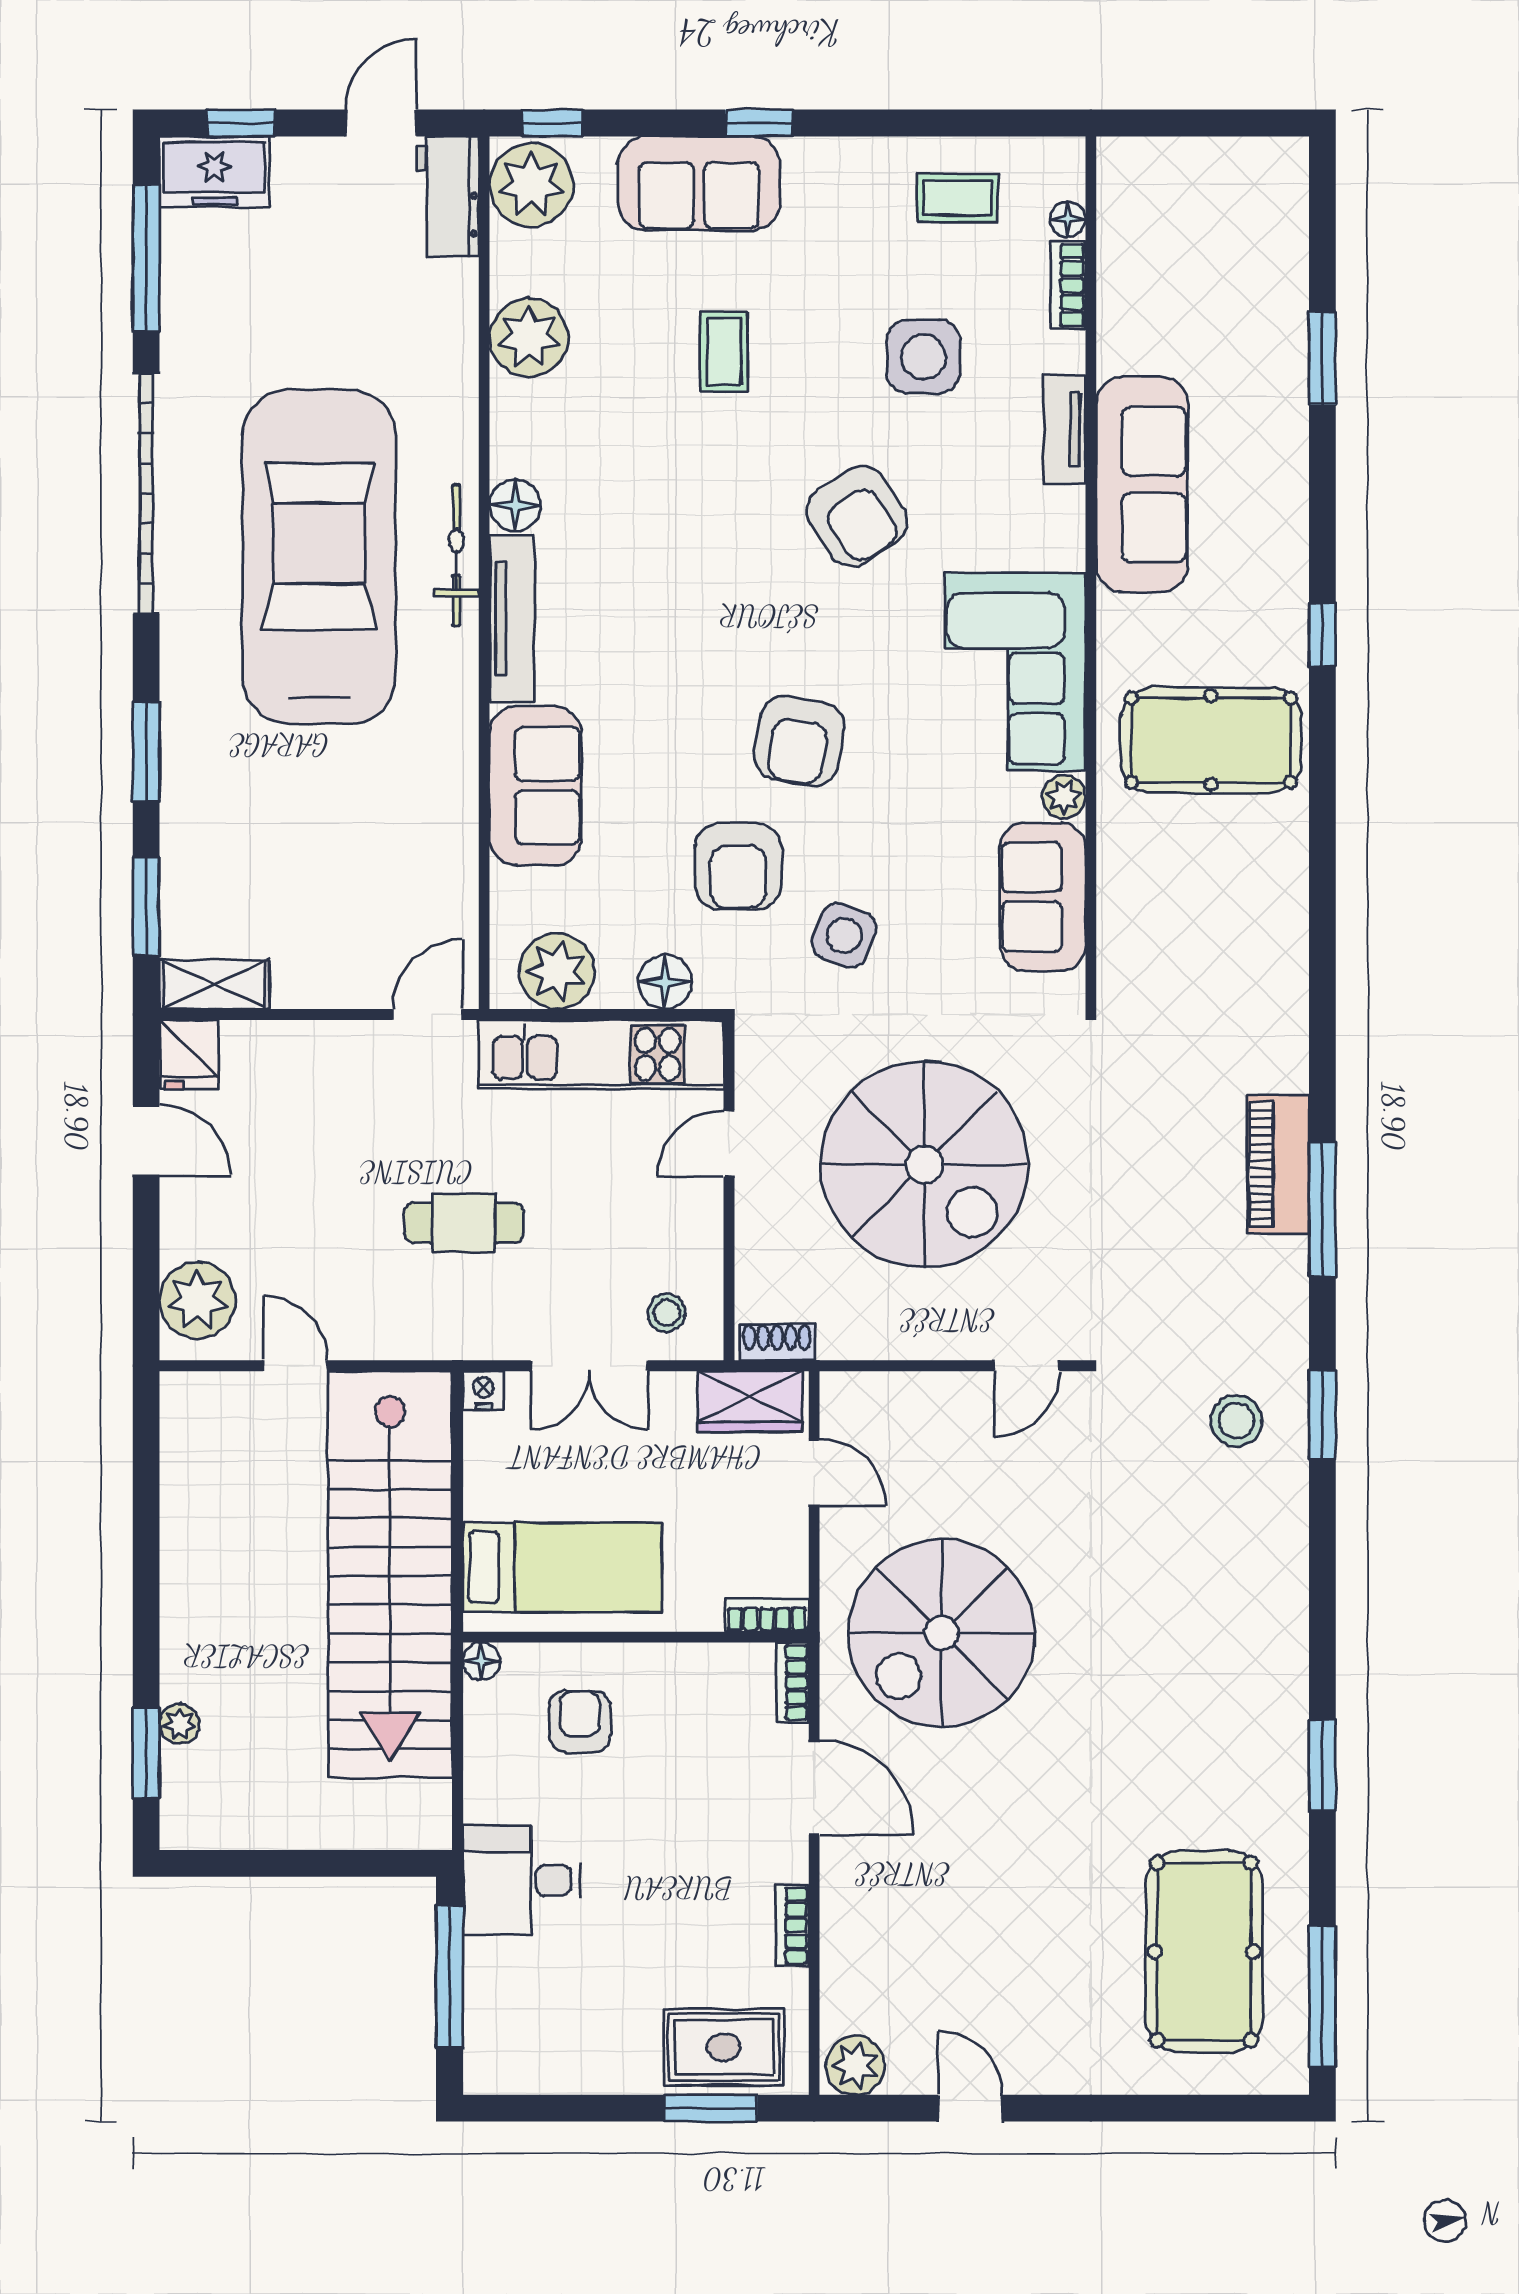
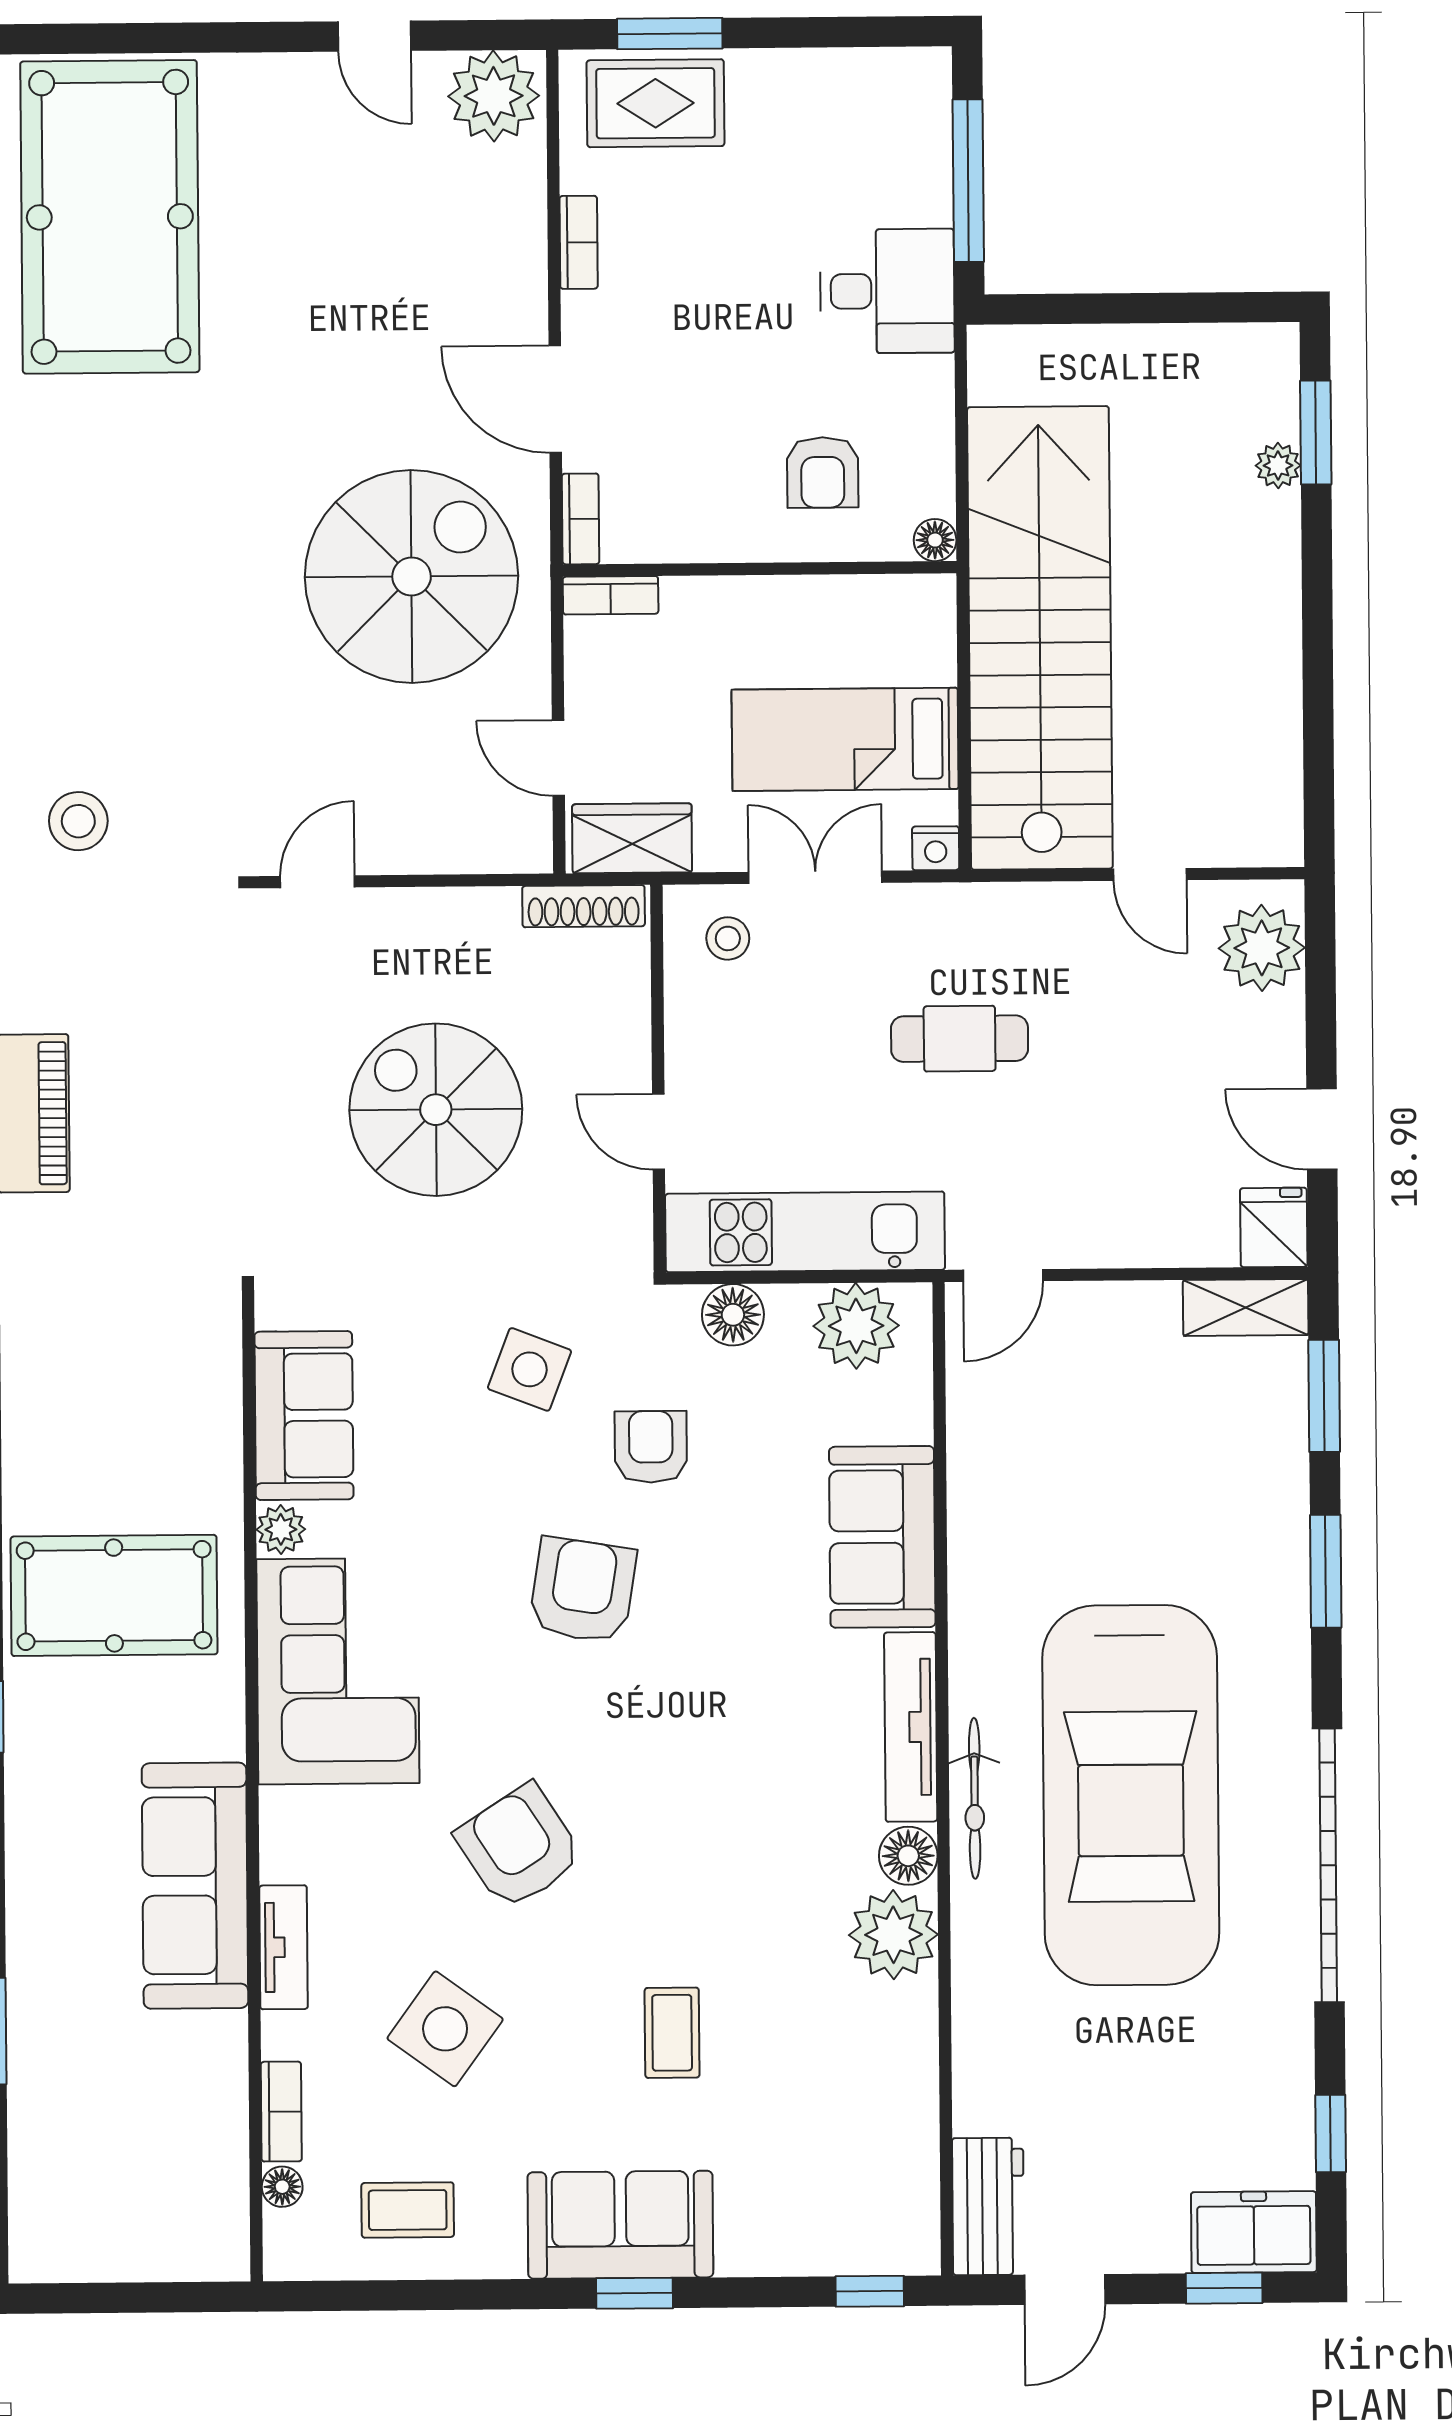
sofa: (699, 183) -> (620, 2225), moved
plant: (531, 185) -> (893, 2221), removed
window: (146, 258) -> (1331, 2133), width x0.46
plant: (529, 337) -> (893, 1935), moved
side table: (923, 357) -> (445, 2029), turned 36
armchair: (738, 867) -> (651, 1447), width x0.72, depth x0.72
door: (729, 1143) -> (659, 1132), swing flipped
spiral stairs: (924, 1164) -> (436, 1110), width x0.73, depth x0.73
shoe rack: (777, 1342) -> (584, 906), width x1.43
bed: (562, 1567) -> (845, 739), moved
pool table: (1204, 1951) -> (110, 217), width x1.36, depth x1.32
plant: (855, 2065) -> (494, 96), width x1.36, depth x1.36

